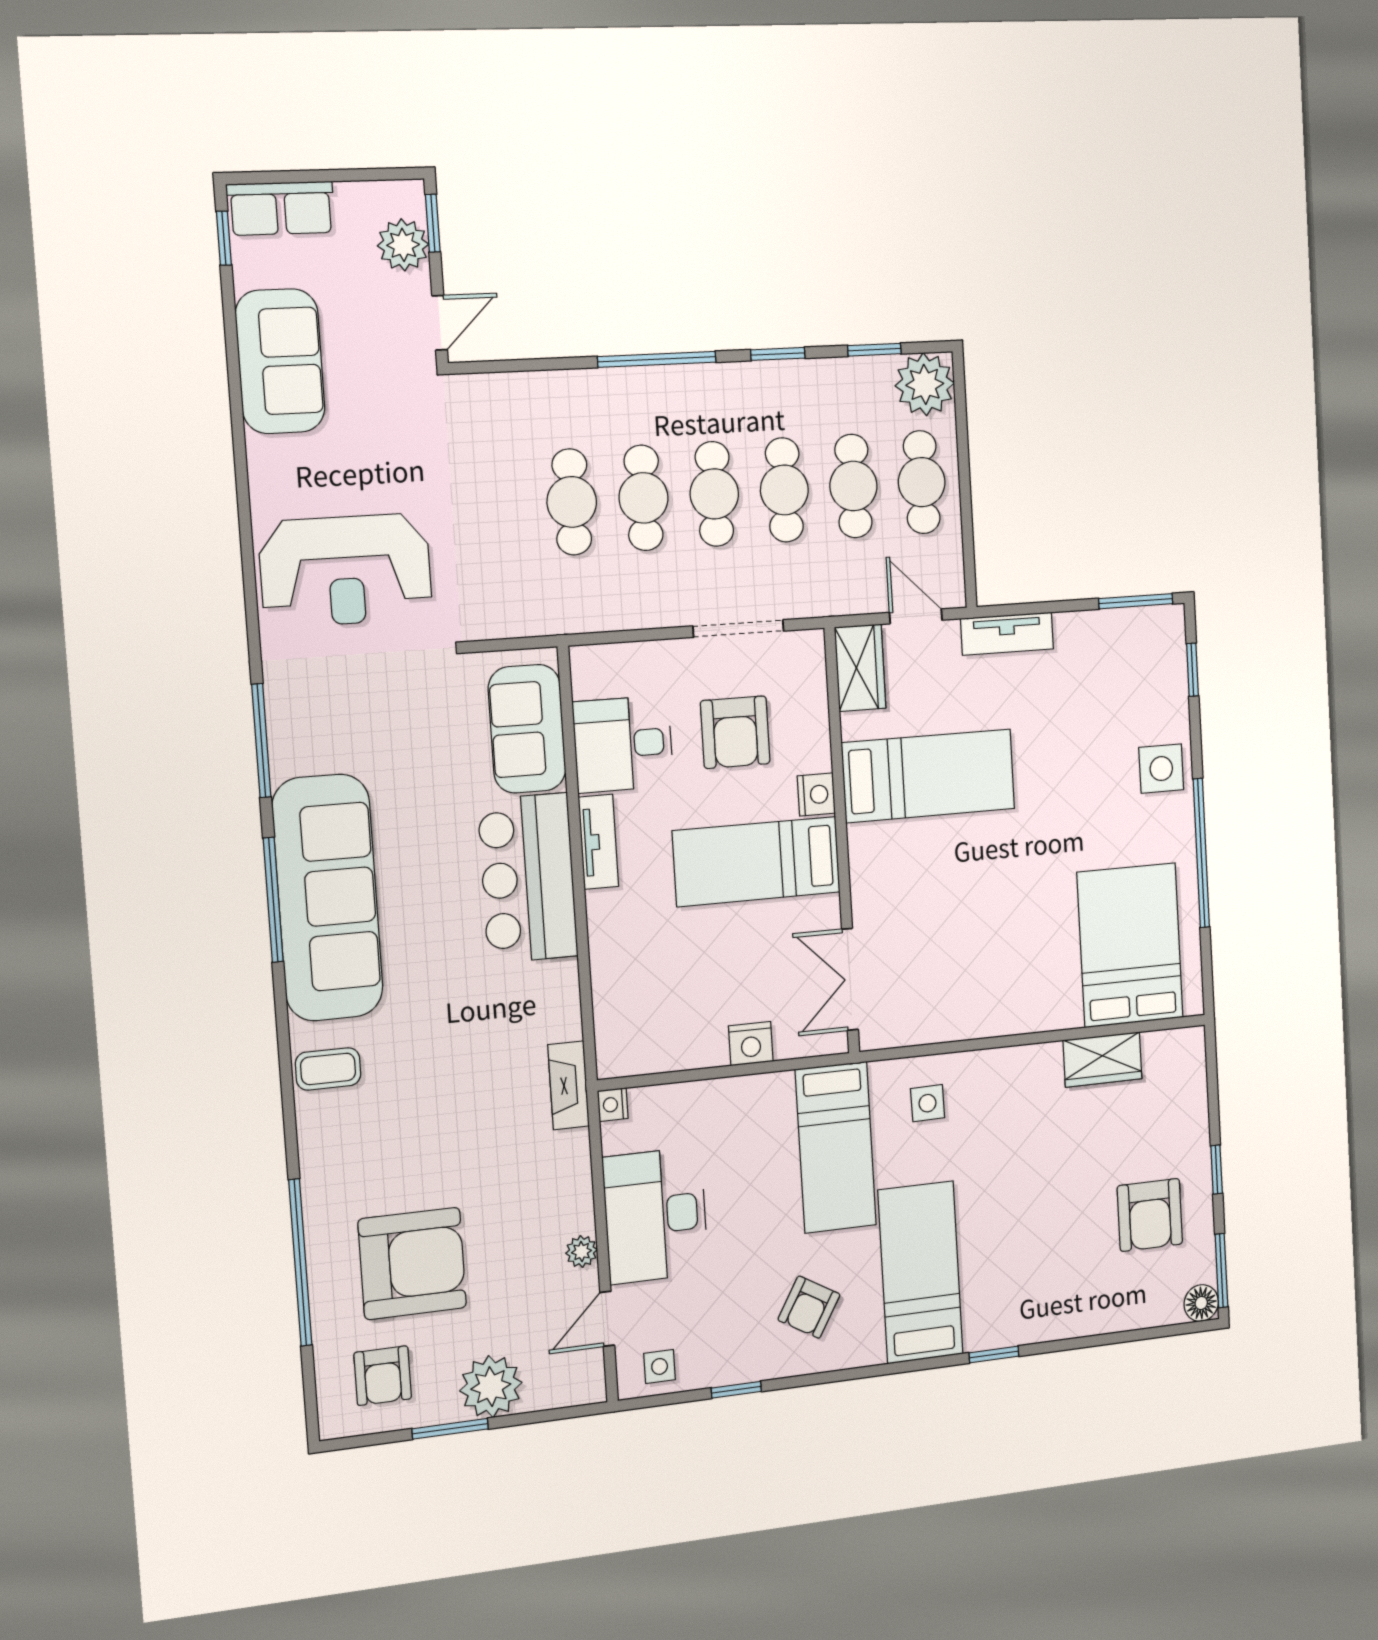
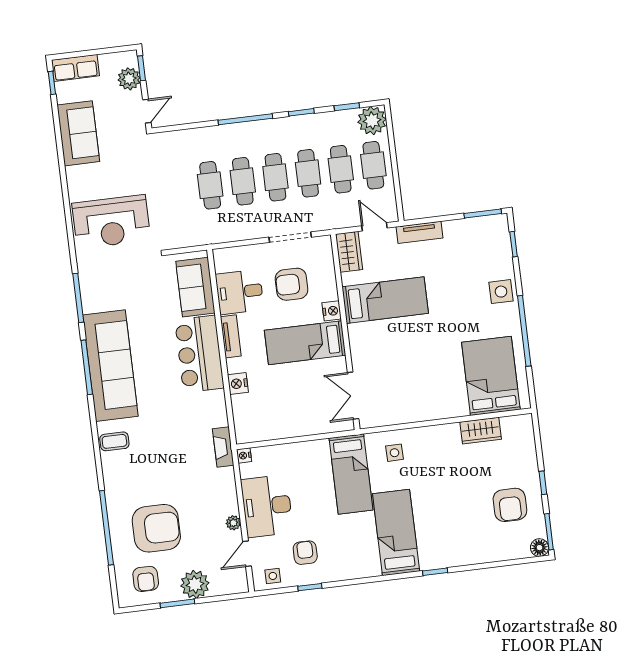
armchair: (735, 732) -> (292, 284), turned 90
nightstand: (751, 1044) -> (238, 384), moved, turned 90
armchair: (809, 1307) -> (305, 553), moved, turned 150

